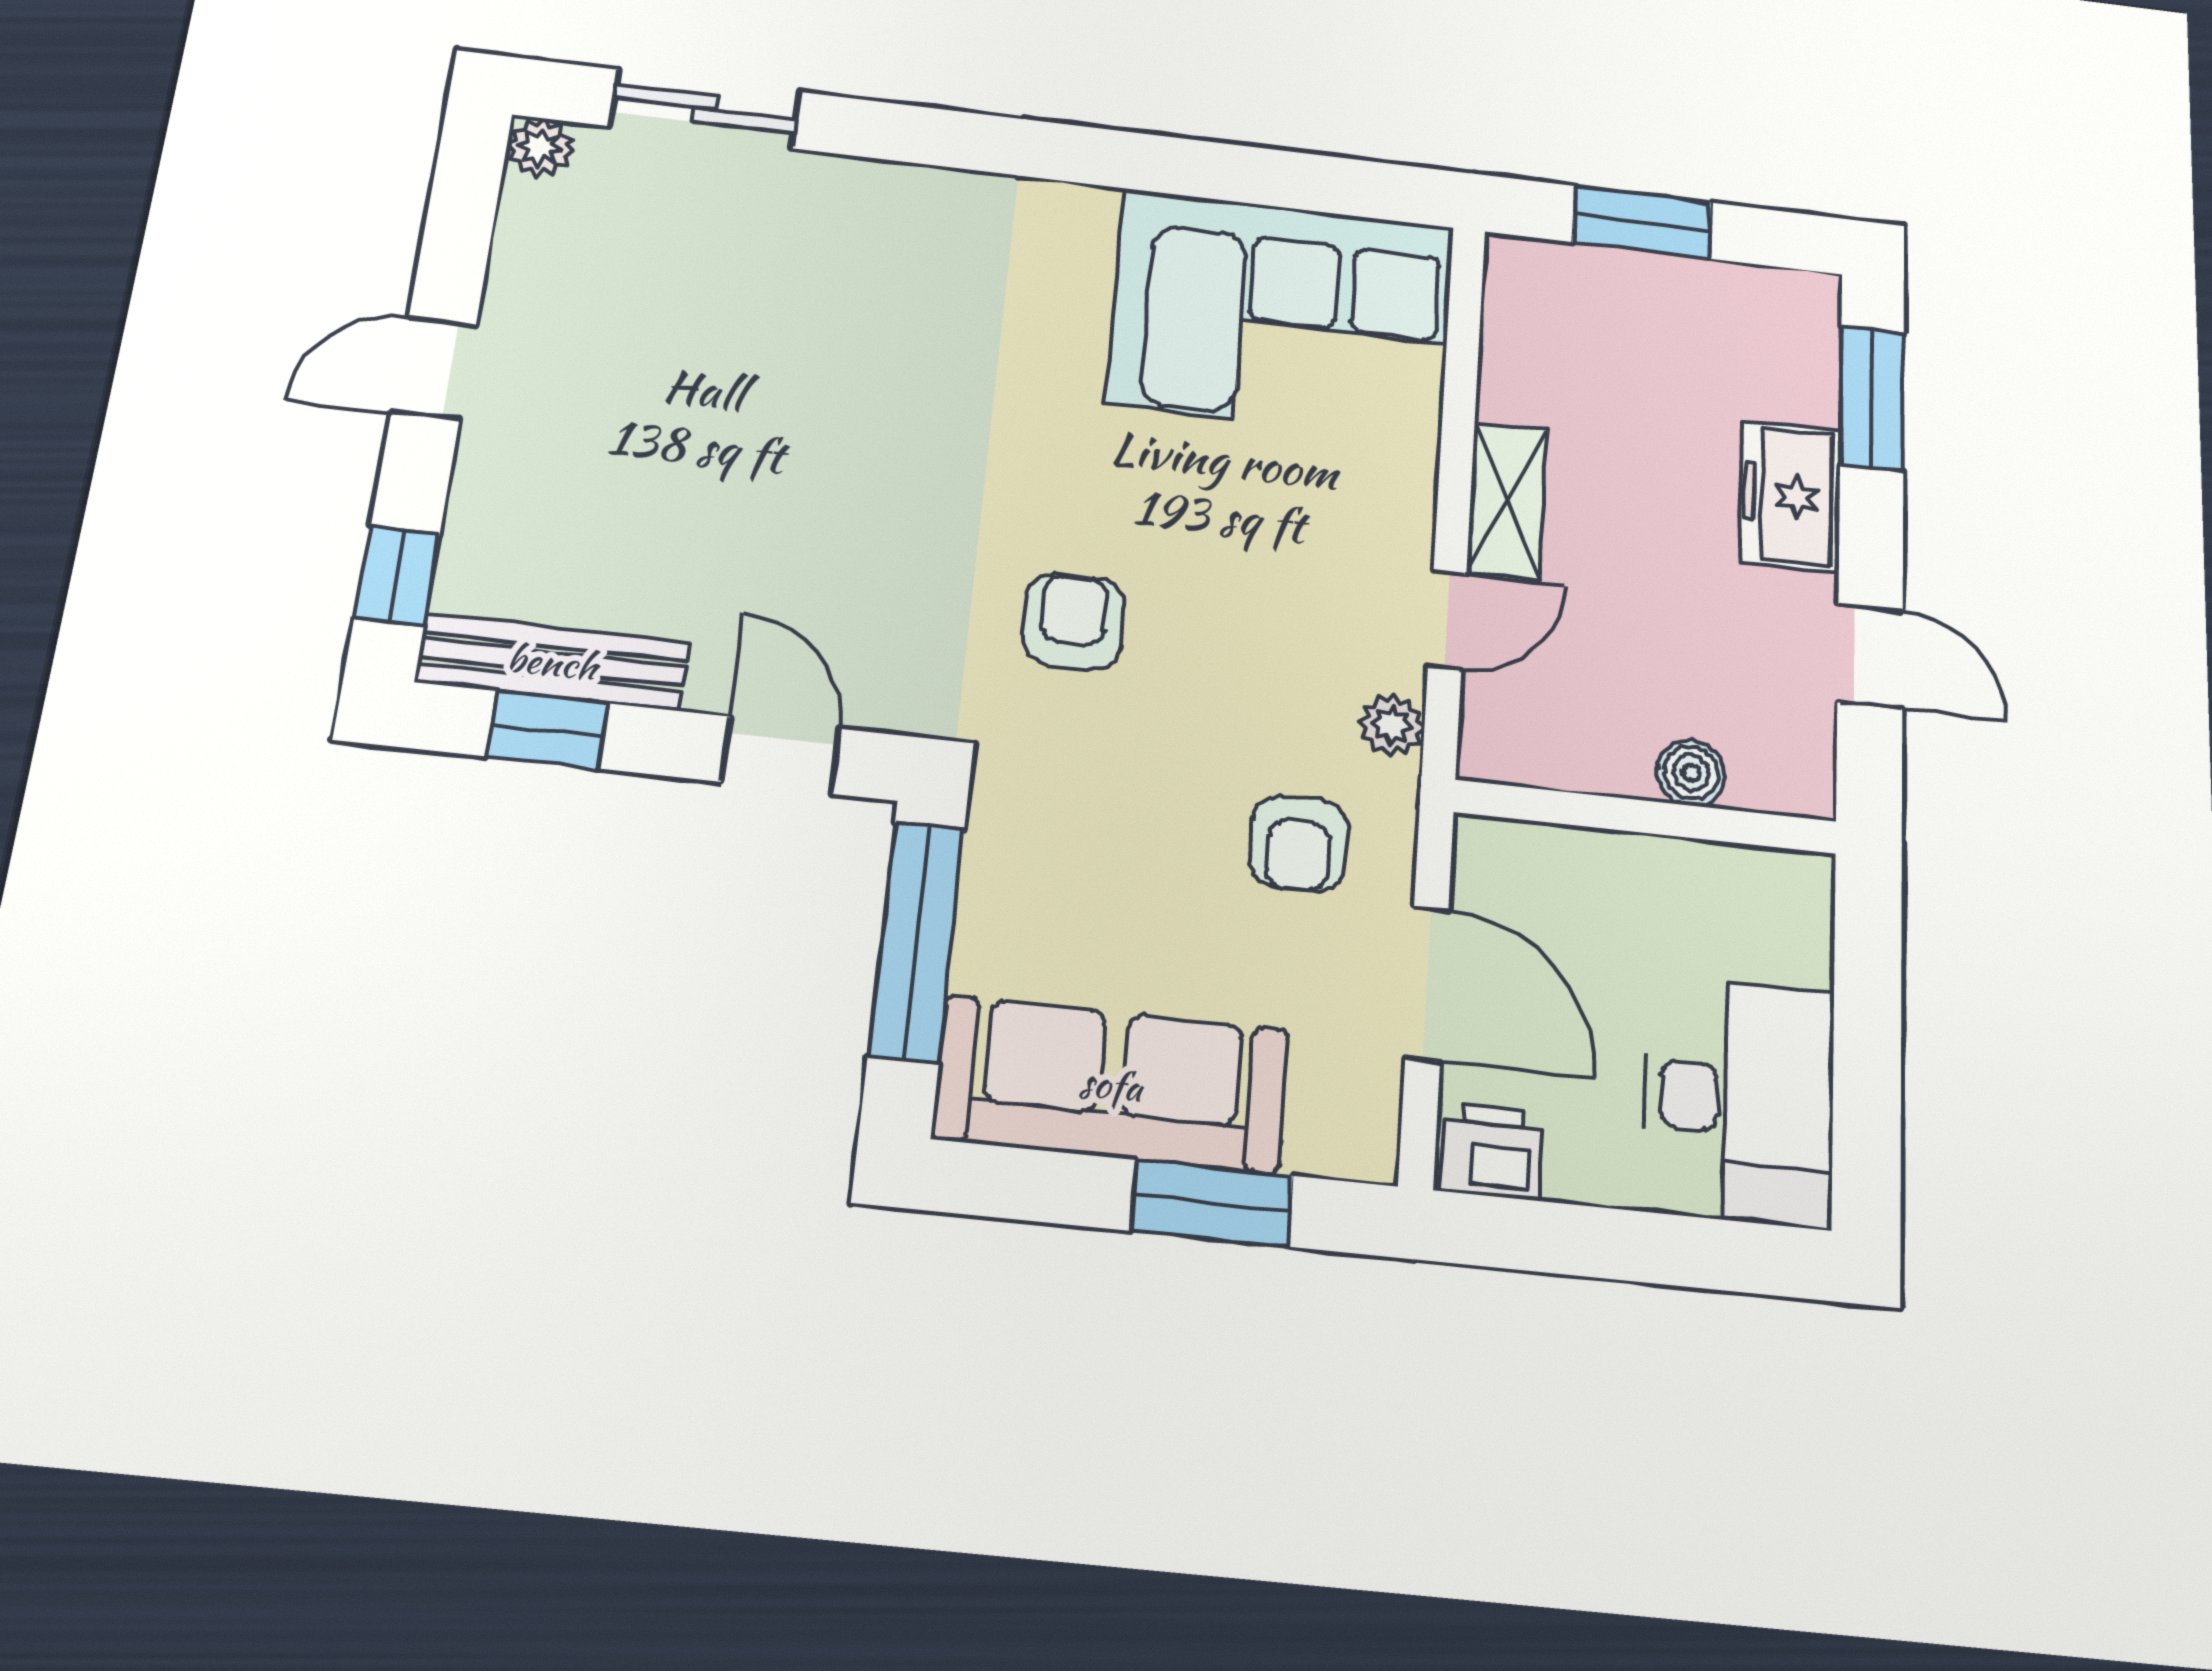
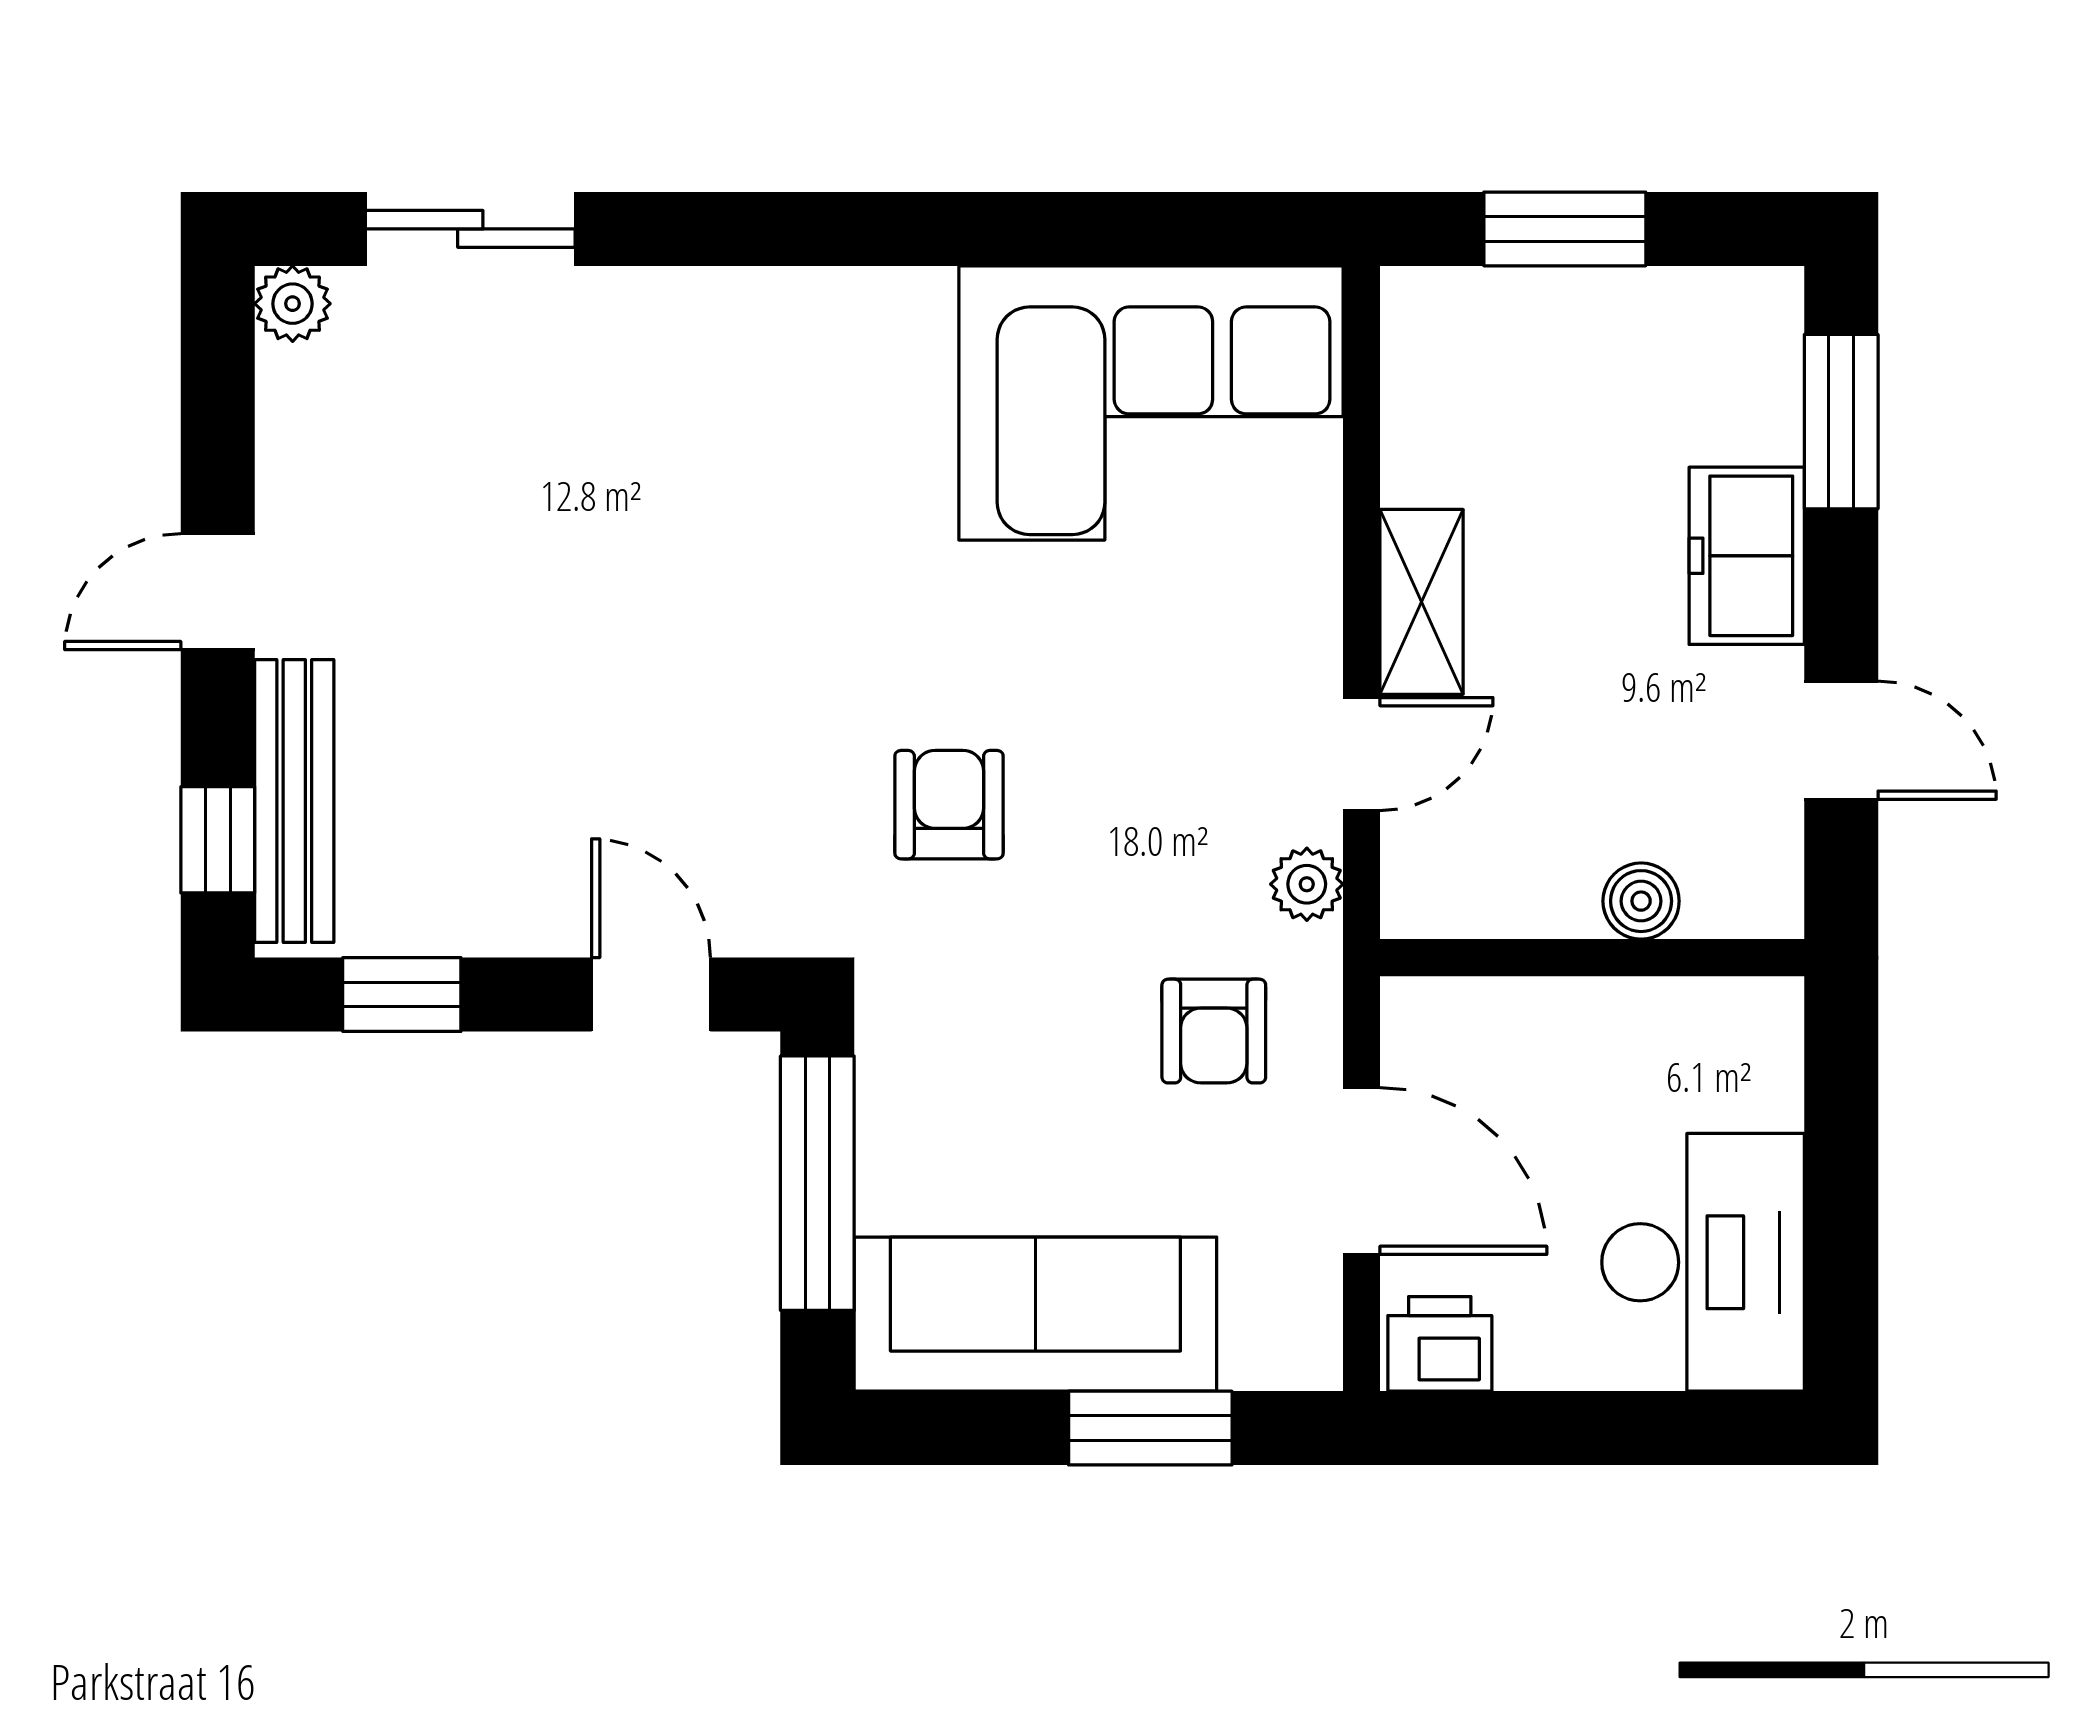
bench: (552, 662) -> (294, 801), moved, turned 90

